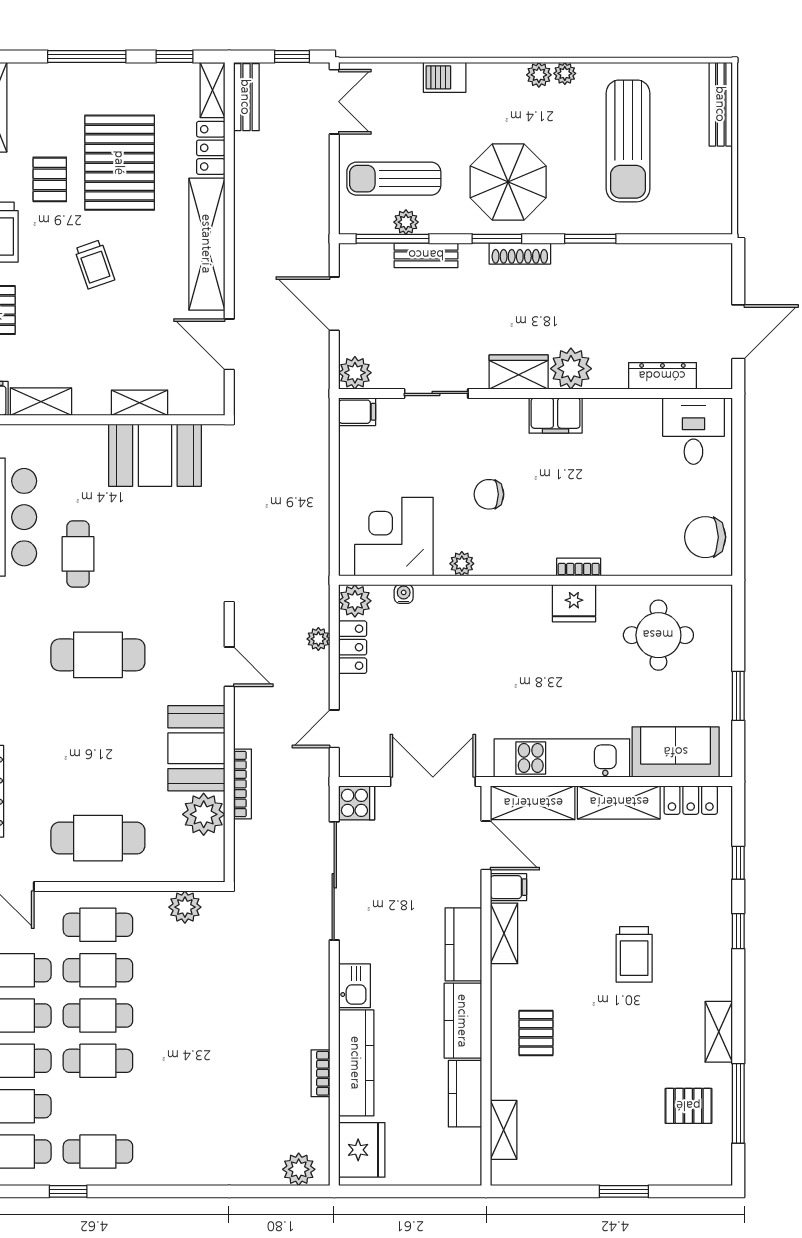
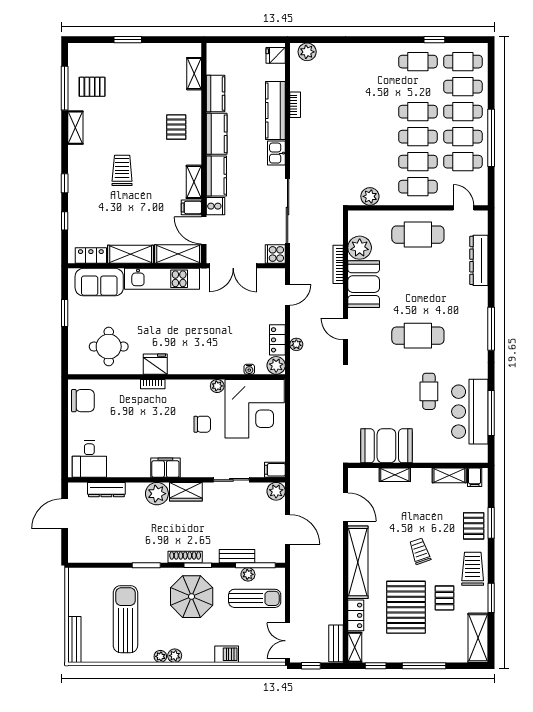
corner desk: (394, 537) -> (255, 409), width x1.36, depth x1.36
cooker: (465, 890) -> (215, 206), added
fridge: (362, 1150) -> (276, 55), width x0.53, depth x0.75

